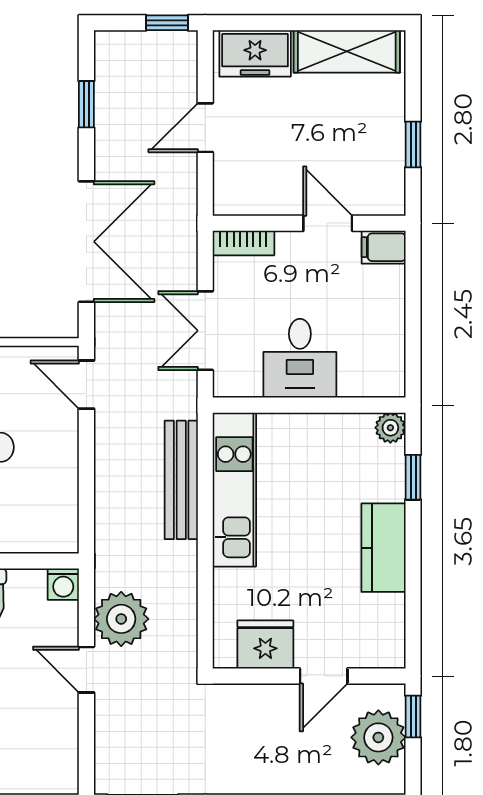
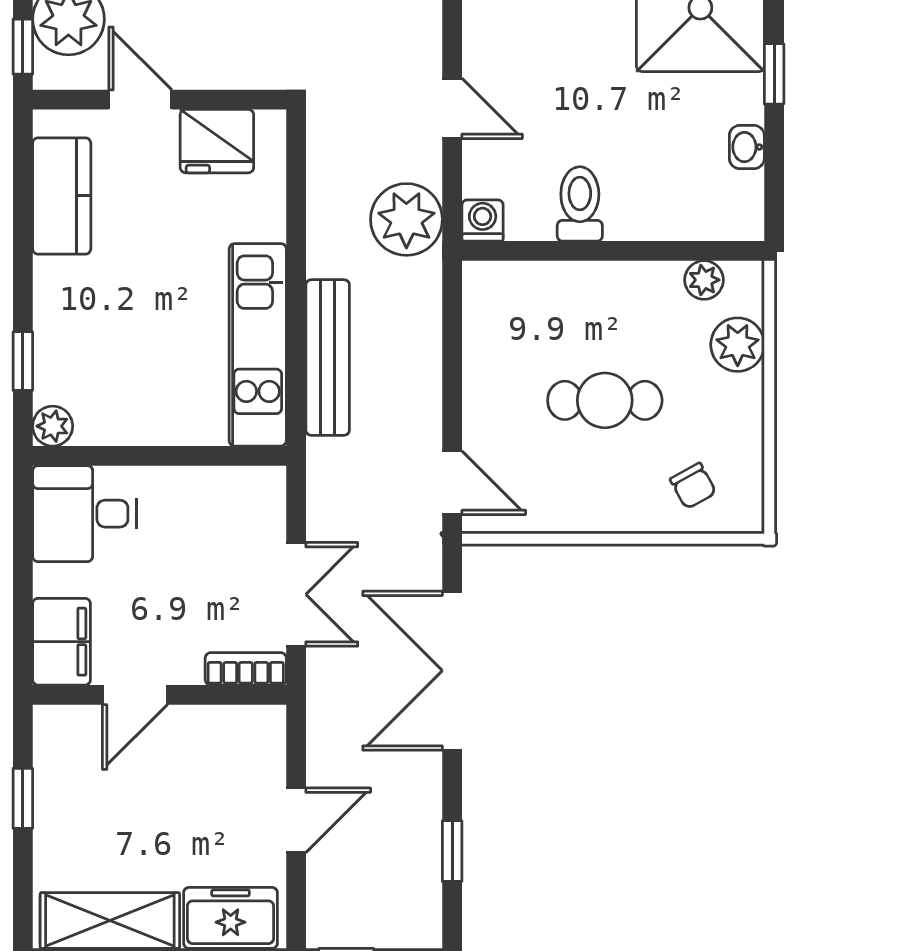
door: (328, 223) -> (135, 695), hinge flipped
filing cabinet: (384, 247) -> (62, 642), width x2.00
double door: (205, 331) -> (296, 594), moved
desk: (300, 358) -> (84, 514), moved, turned -90
kitchen counter: (383, 548) -> (62, 196), moved
plant: (121, 619) -> (406, 219), moved
door: (324, 676) -> (140, 100), hinge flipped

